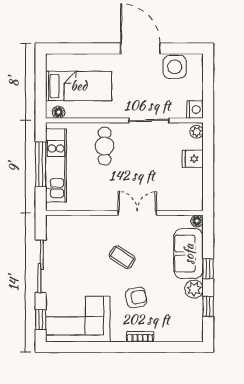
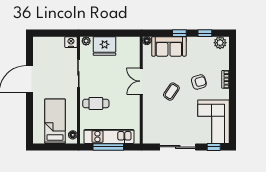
side table: (175, 67) -> (42, 56), removed
fridge: (193, 159) -> (105, 46), width x1.88, depth x1.34
plant: (194, 289) -> (220, 43), moved
armchair: (136, 298) -> (199, 82), turned 84

